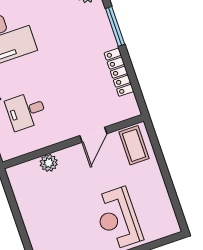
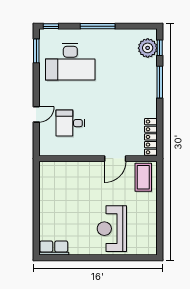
locker: (119, 72) -> (151, 137), moved
plant: (49, 163) -> (74, 168), removed

